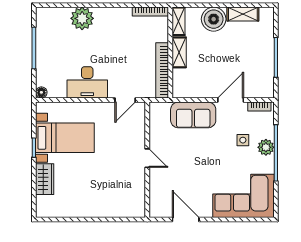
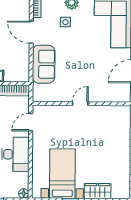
door: (125, 100) -> (31, 122), swing flipped

